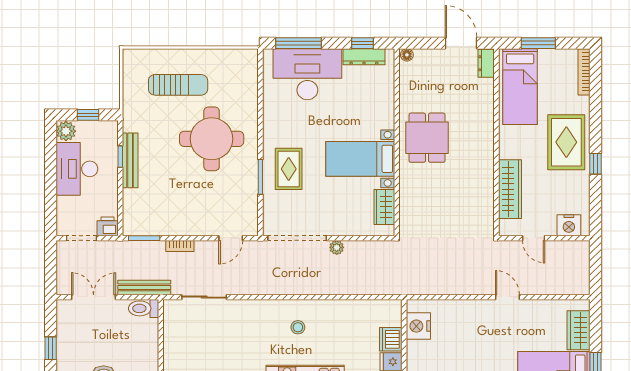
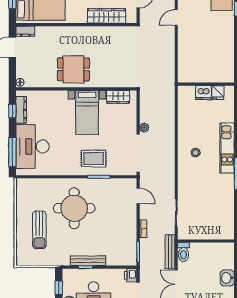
sun lounger: (178, 85) -> (39, 230), turned 180
nightstand: (418, 326) -> (195, 75), removed

